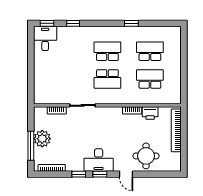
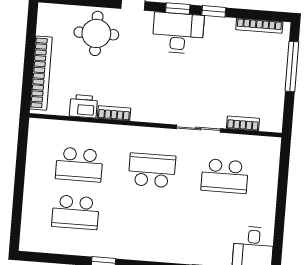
school desk: (107, 51) -> (225, 176), moved
plant: (42, 139) -> (272, 77), removed

